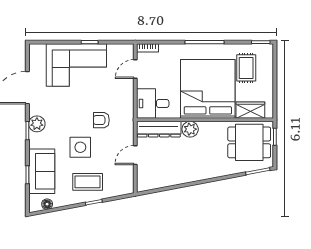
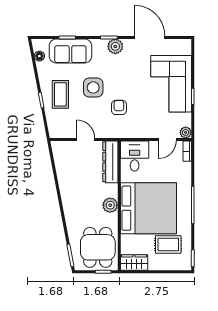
plant: (128, 50) -> (186, 132), added
door: (135, 69) -> (167, 140), swing flipped
wardrobe: (250, 110) -> (134, 262), moved, turned -90
plant: (190, 129) -> (110, 205), moved

